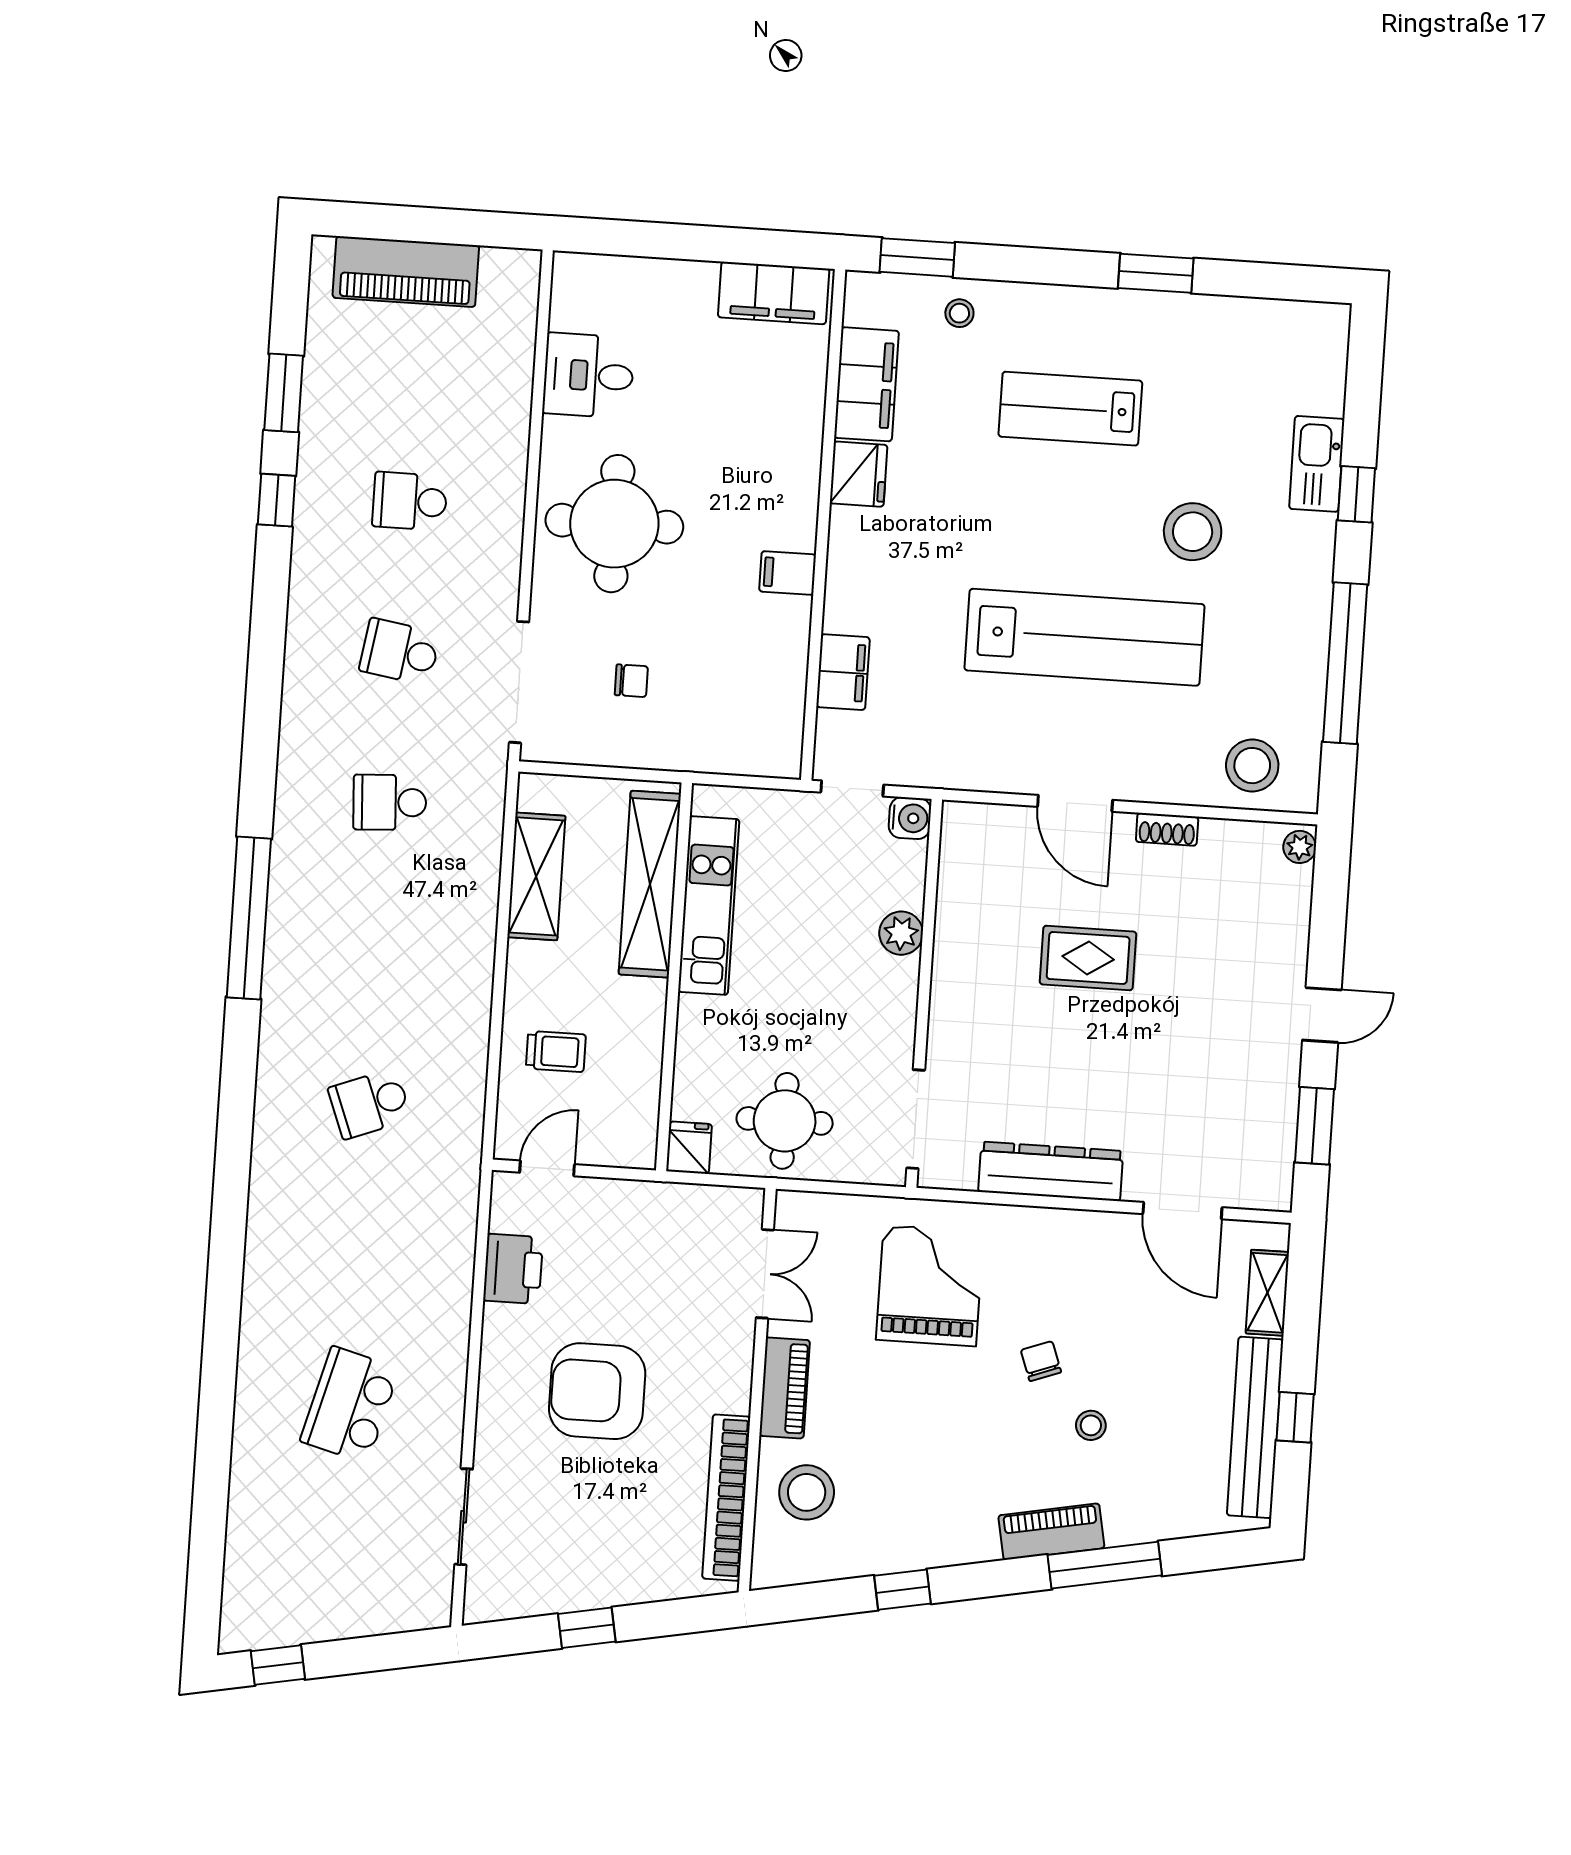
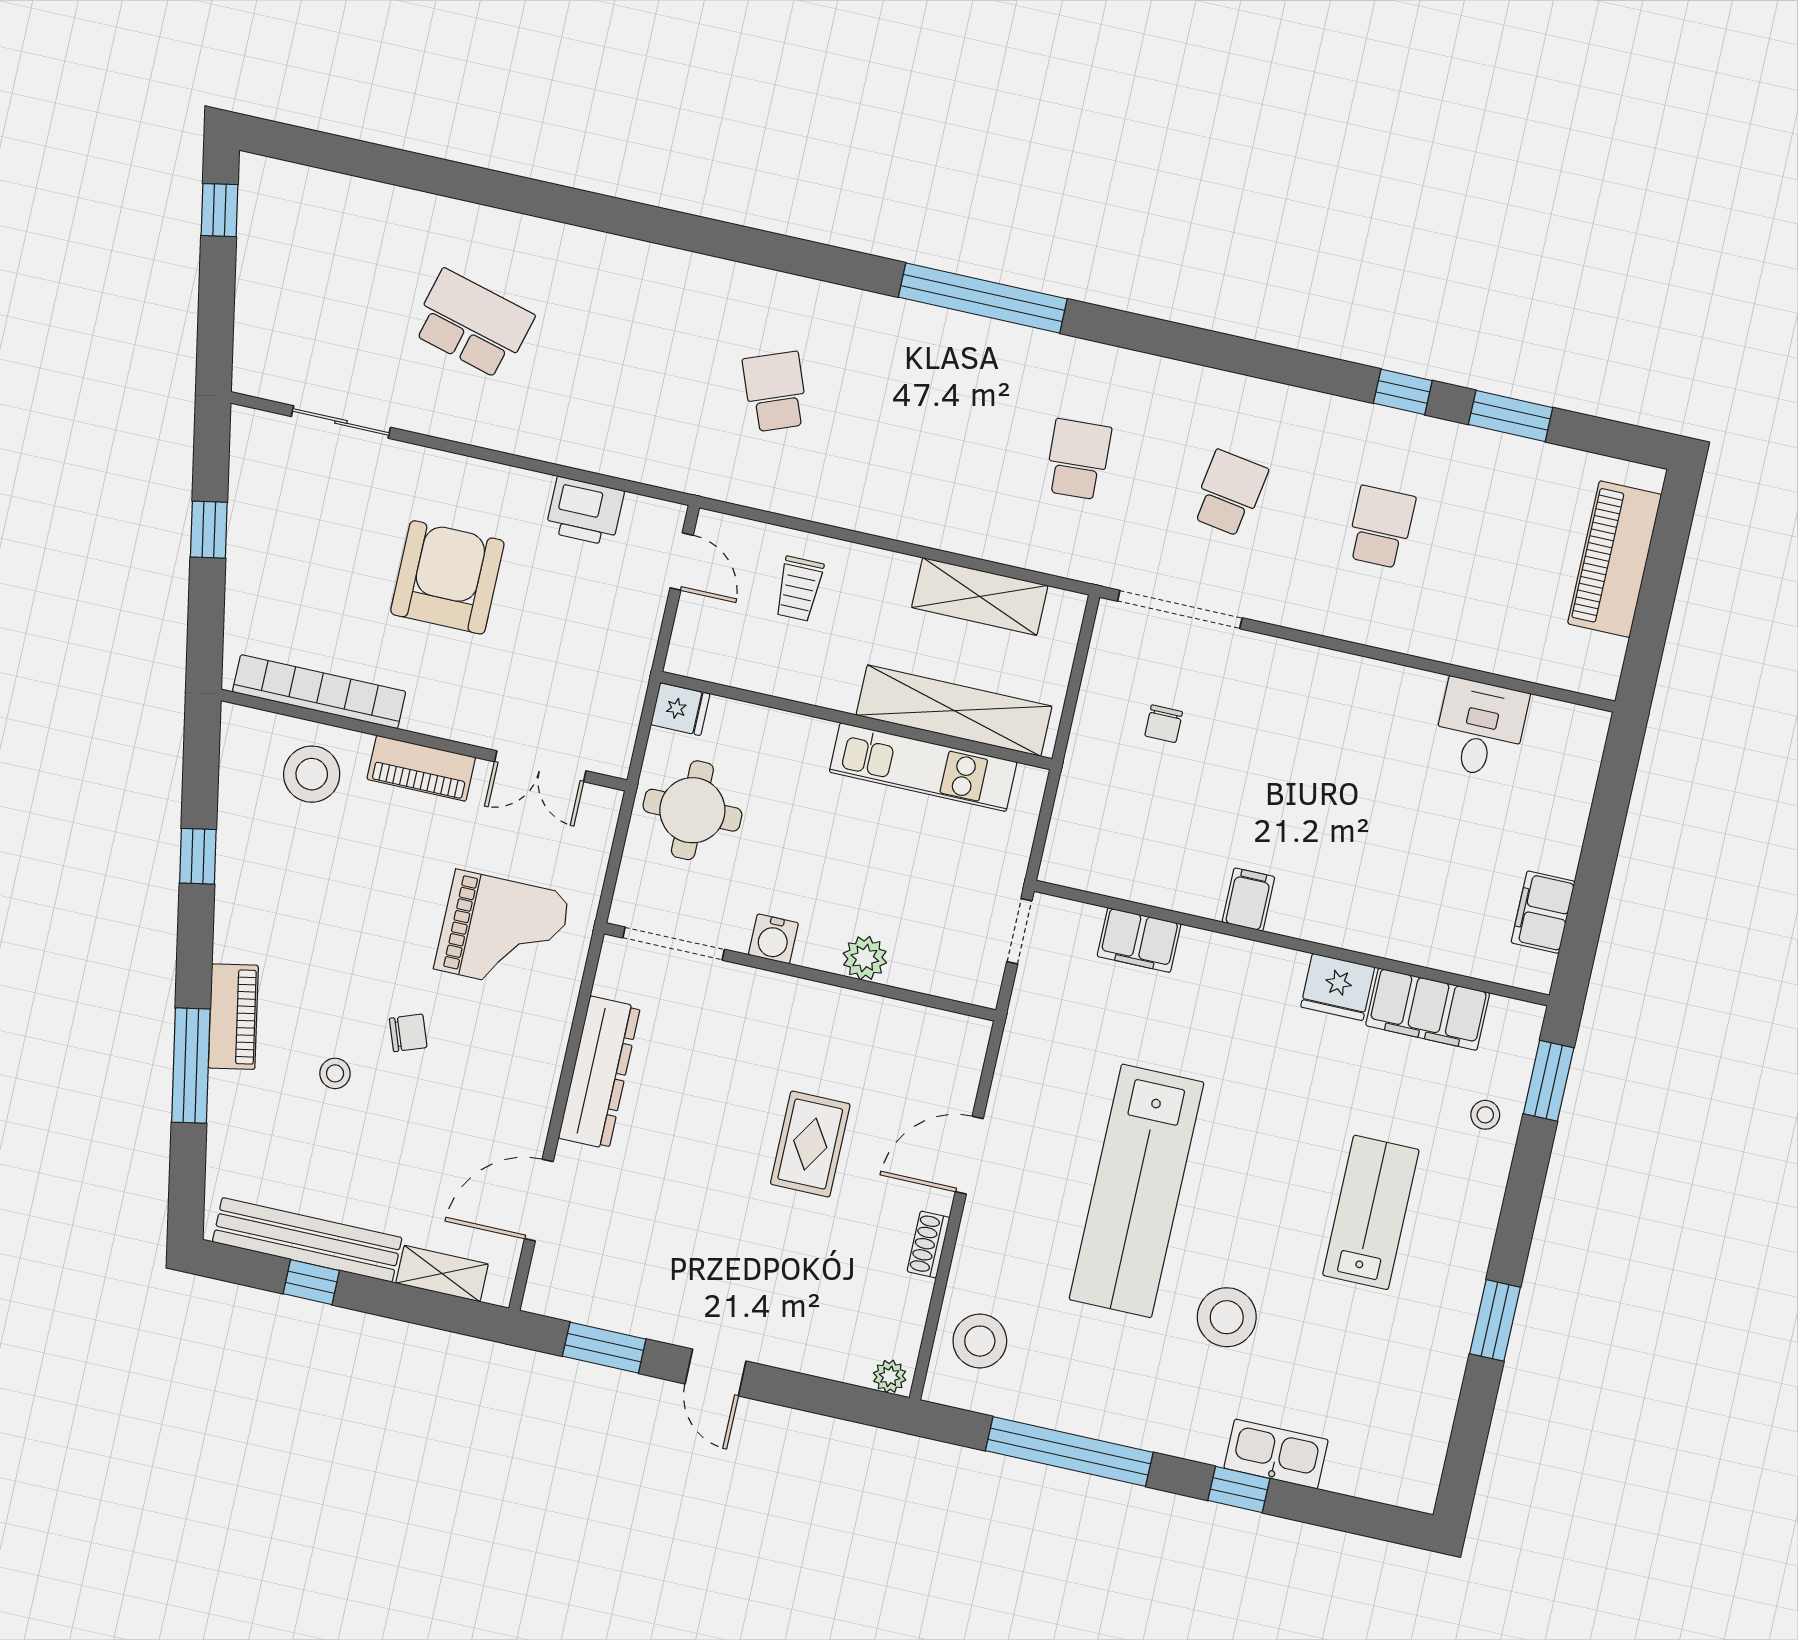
filing cabinet: (774, 293) -> (1543, 912), width x0.67, depth x0.86
round table: (614, 524) -> (1326, 731), removed
water cooler: (910, 818) -> (773, 939), moved

